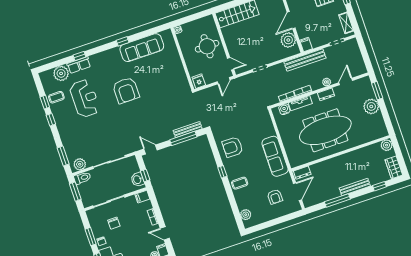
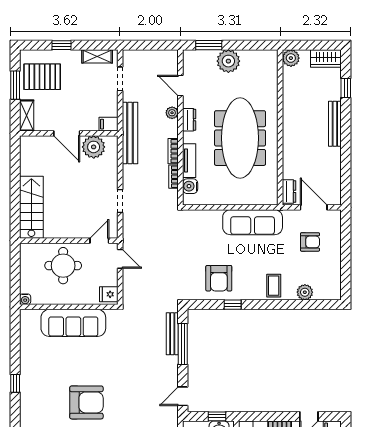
sofa: (142, 48) -> (73, 323), moved, turned 90
window: (222, 172) -> (233, 305), moved
window: (337, 200) -> (346, 155), removed
plant: (246, 215) -> (305, 292), moved

